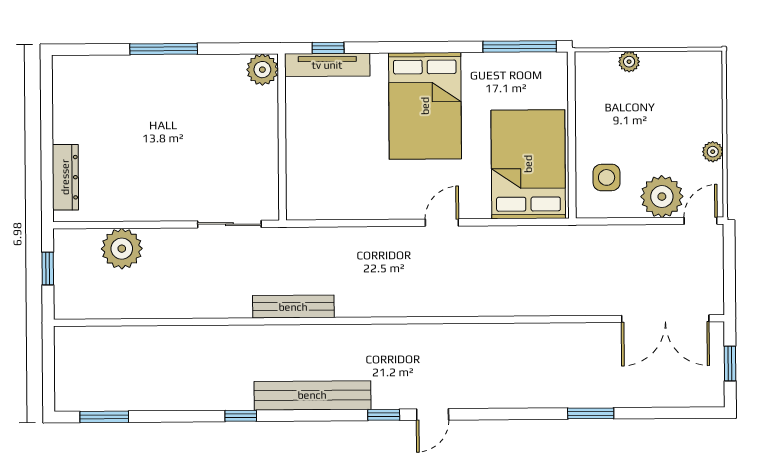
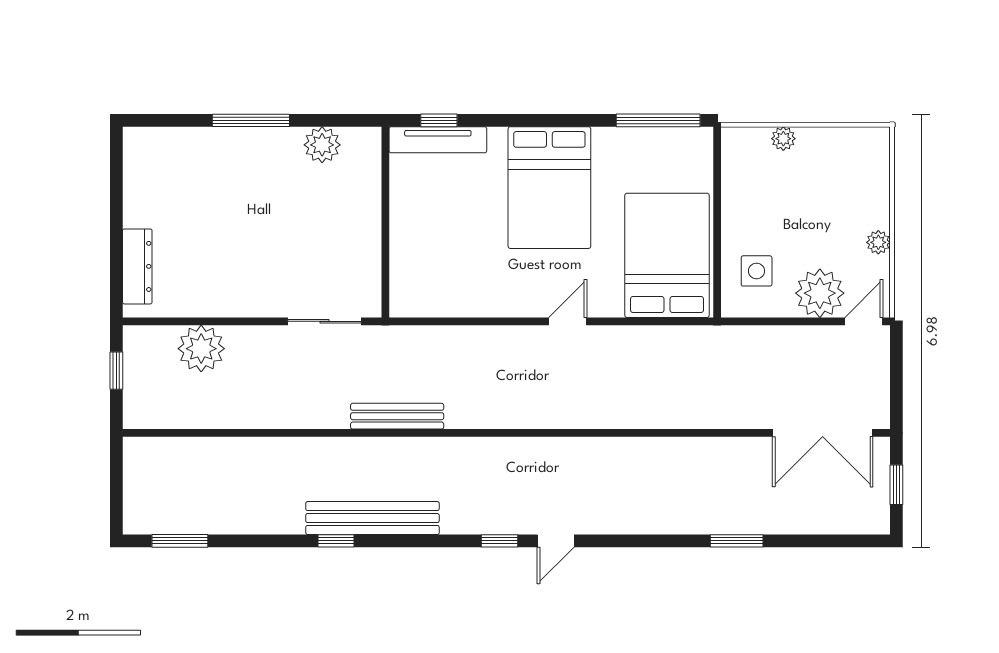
plant: (262, 70) -> (322, 145), moved
bench: (312, 395) -> (372, 518), moved

